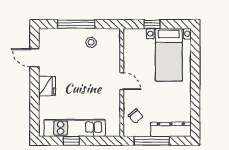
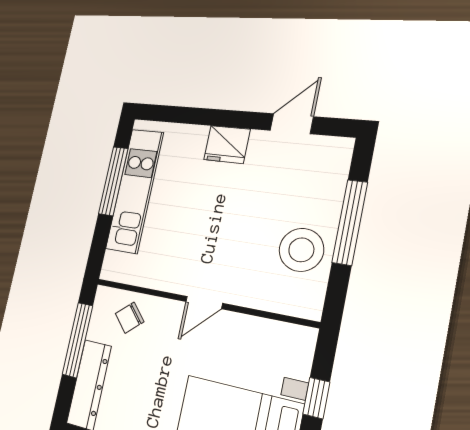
stool: (91, 42) -> (301, 250), width x1.89, depth x1.89
window: (71, 141) -> (113, 181), width x2.17

